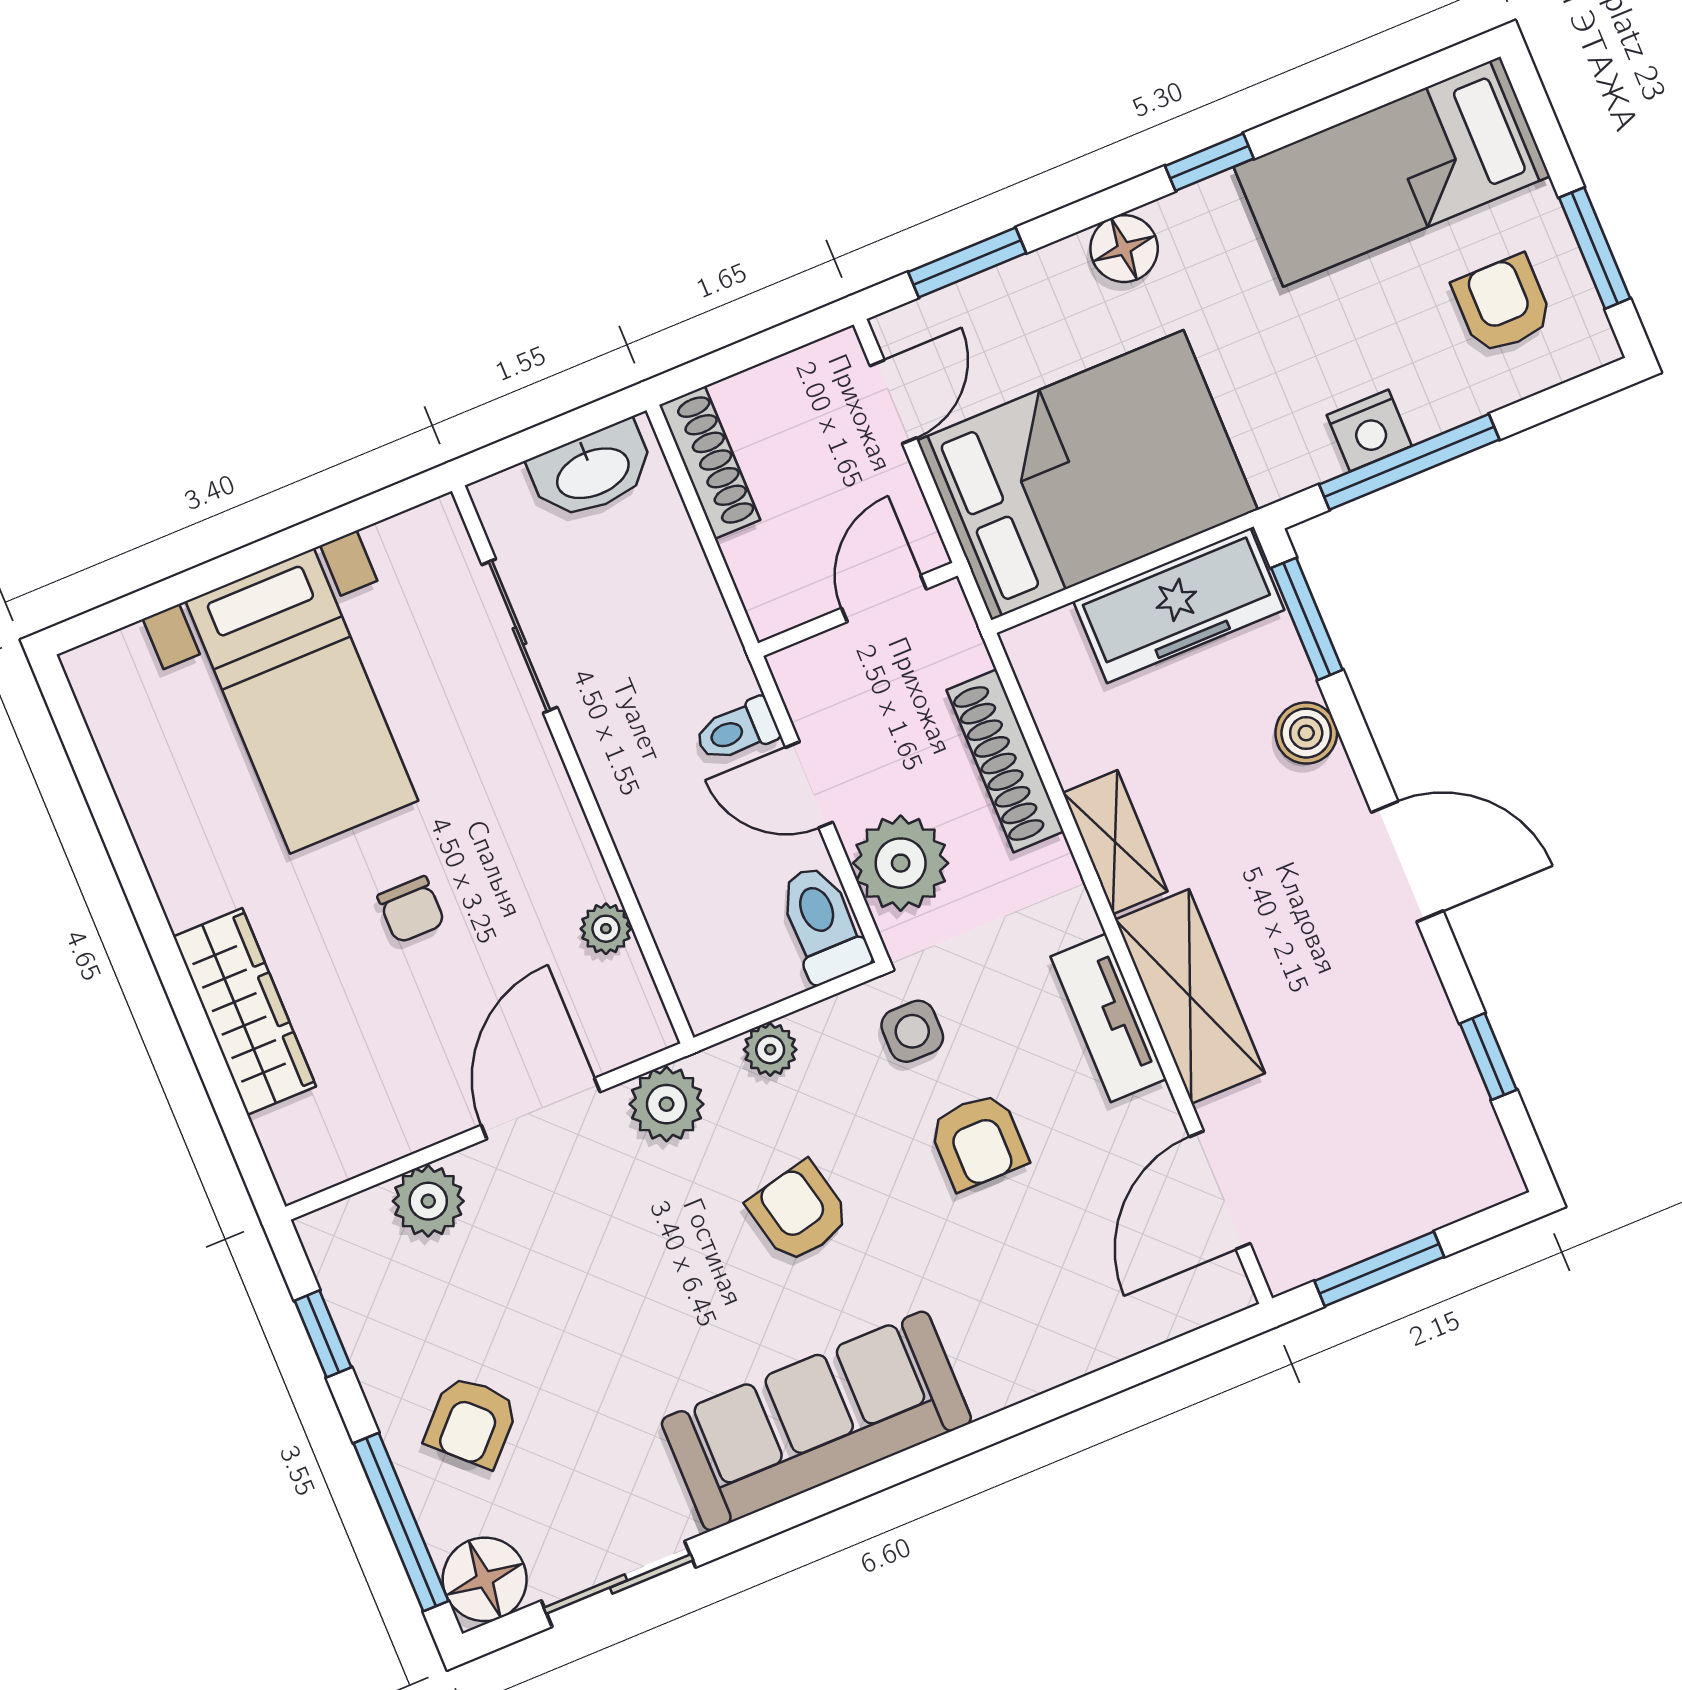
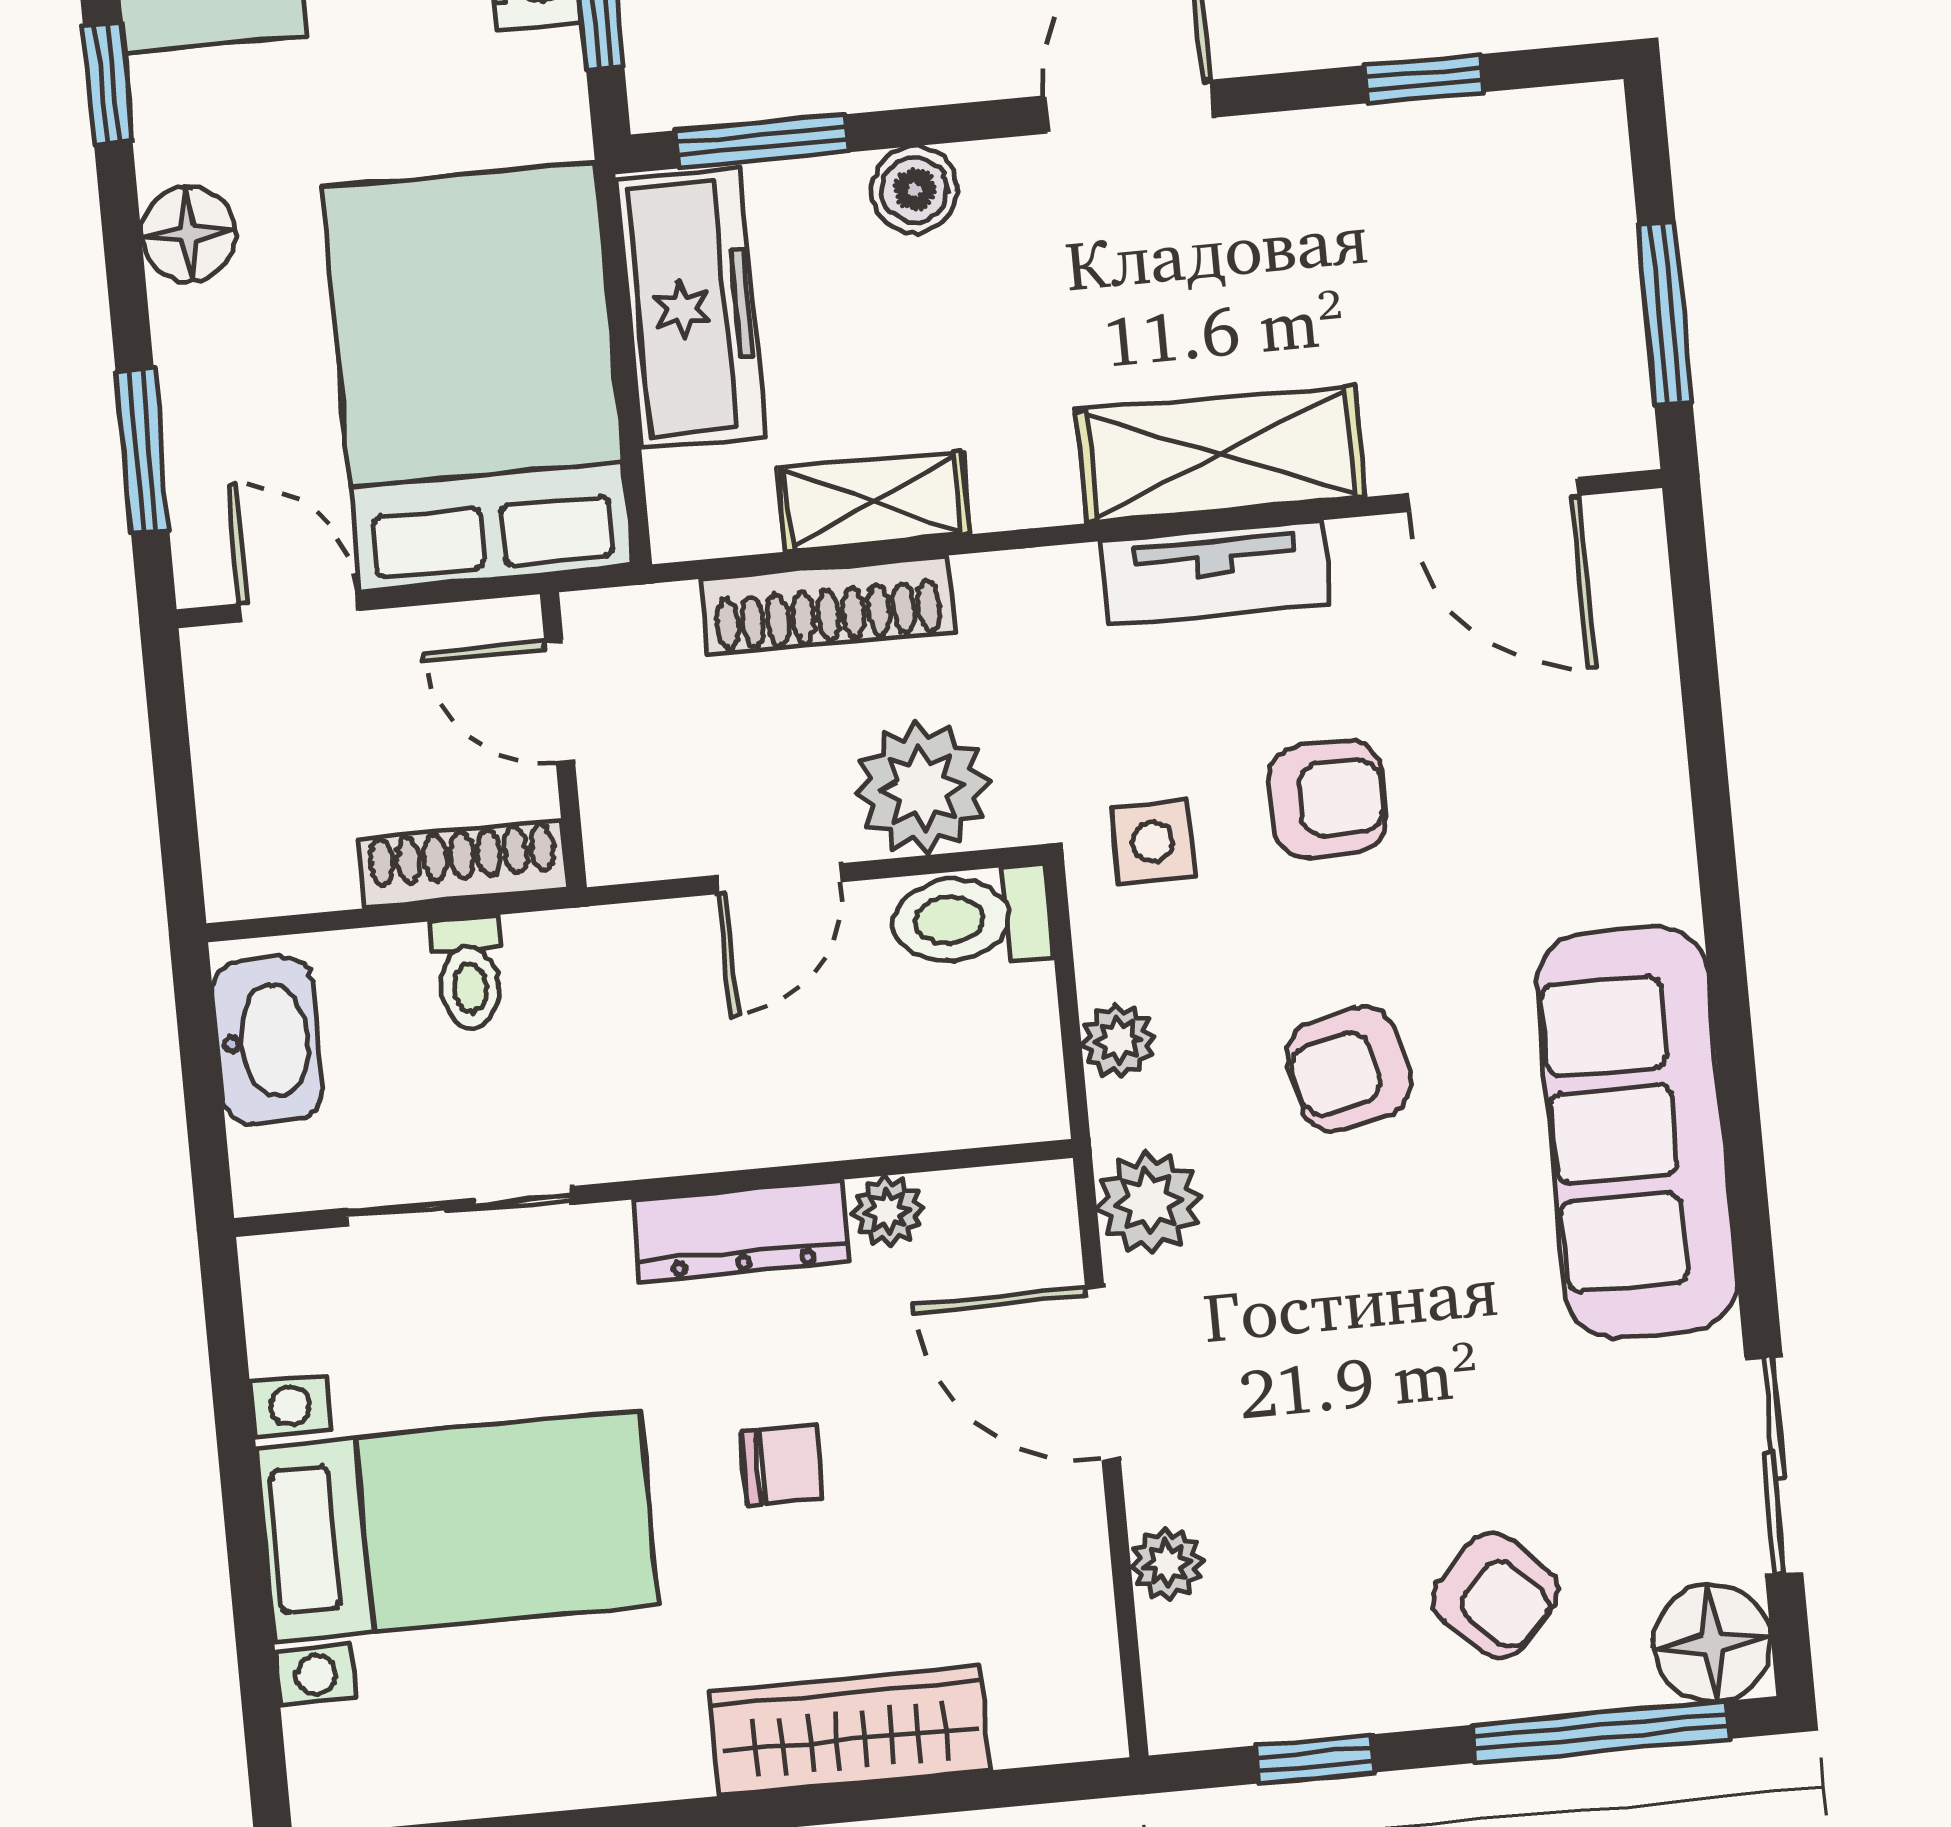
shoe rack: (710, 462) -> (463, 864), moved
toilet: (737, 730) -> (469, 973), moved
dresser: (562, 833) -> (741, 1231), added
shelving: (1115, 842) -> (873, 502), moved
plant: (428, 1201) -> (1167, 1564), width x0.73, depth x0.73

